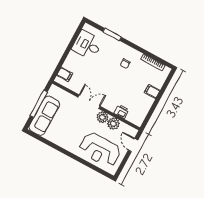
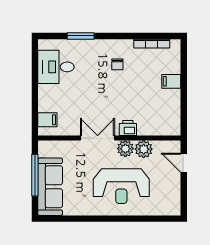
printer: (121, 111) -> (128, 128), moved
reception desk: (100, 150) -> (121, 186), moved

